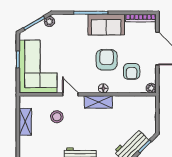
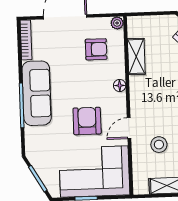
plant: (49, 22) -> (35, 159), removed
sofa: (106, 25) -> (37, 93), width x1.36
armchair: (107, 60) -> (87, 121), moved, turned 90
shelving: (98, 102) -> (136, 56), moved

